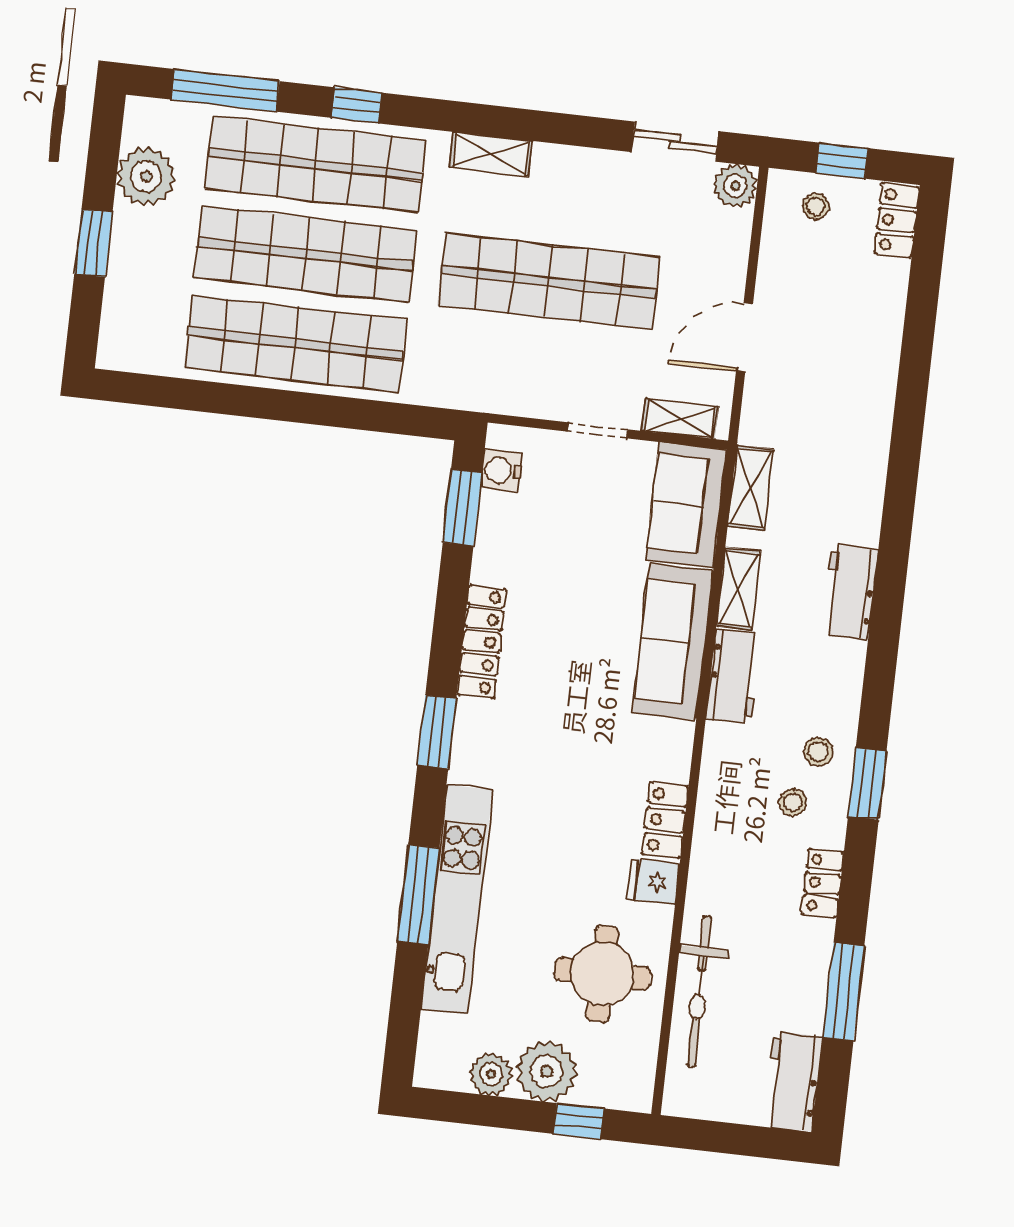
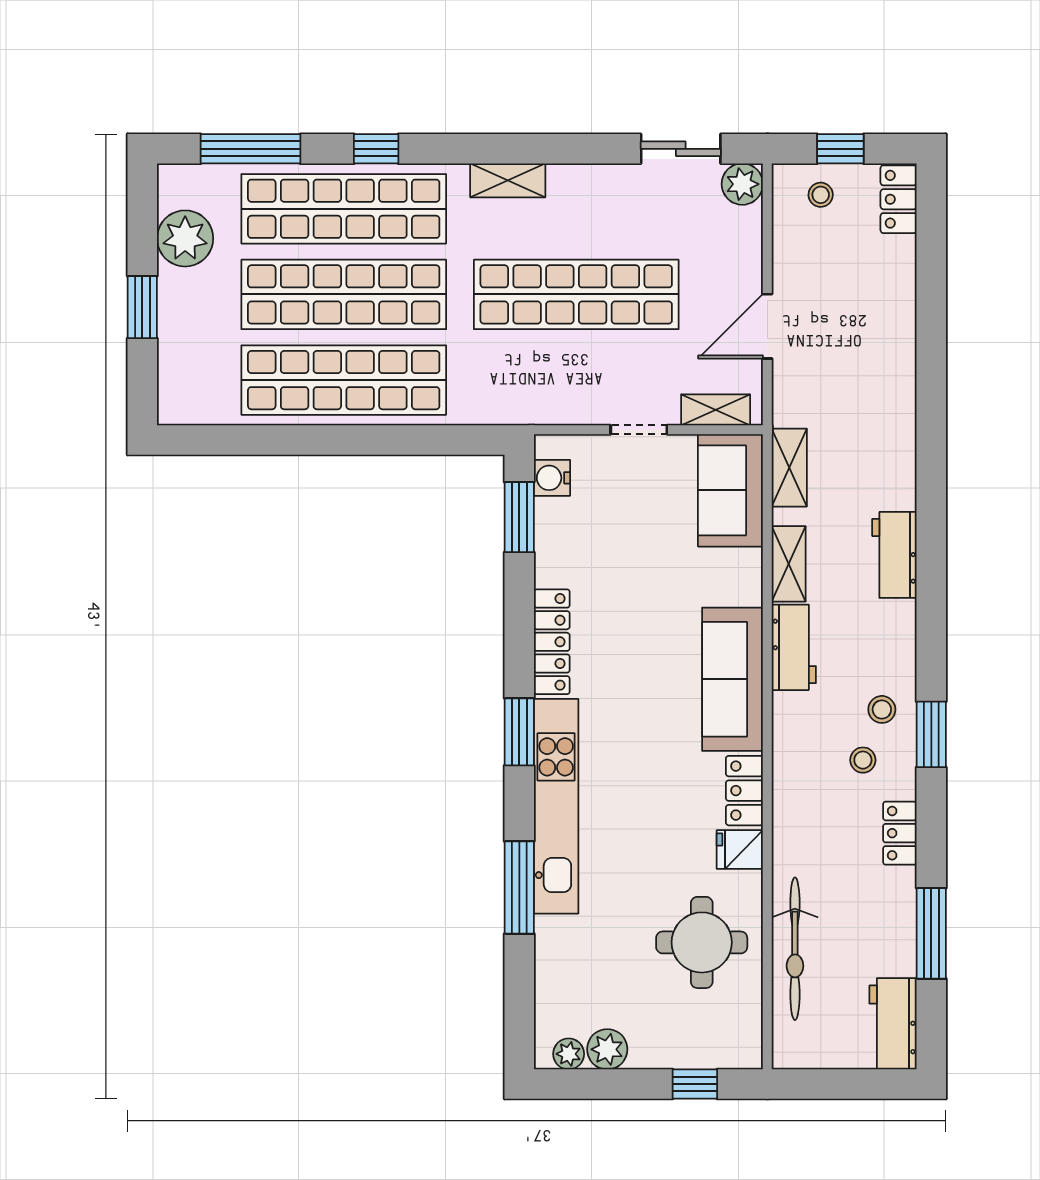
sofa: (673, 642) -> (732, 679), moved
kitchen unit: (457, 900) -> (556, 806), moved
plant: (547, 1071) -> (569, 1054), moved, width x0.53, depth x0.53

